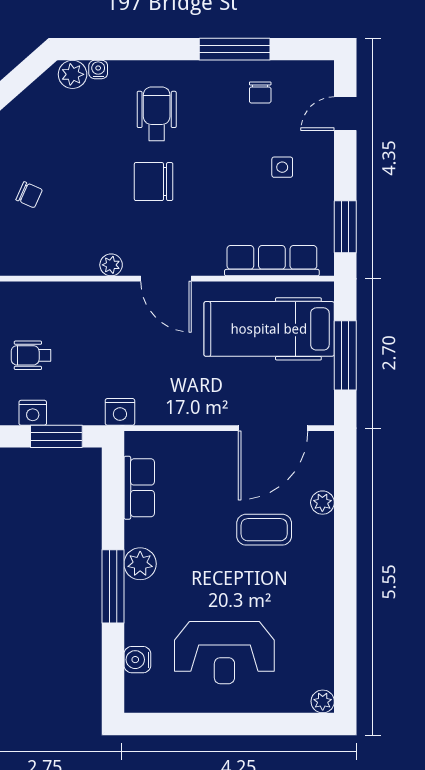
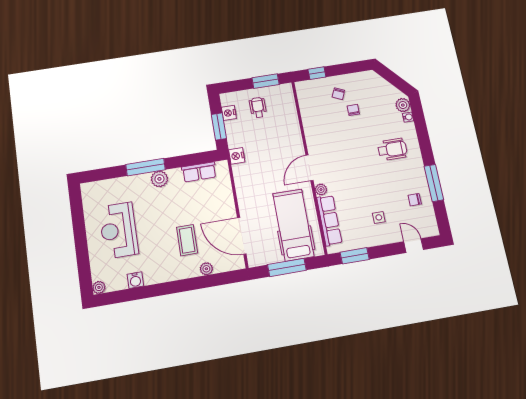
chair: (154, 182) -> (353, 110), moved, width x0.54, depth x0.54
plant: (111, 265) -> (321, 190), moved
water cooler: (137, 660) -> (135, 280), moved, turned 180

